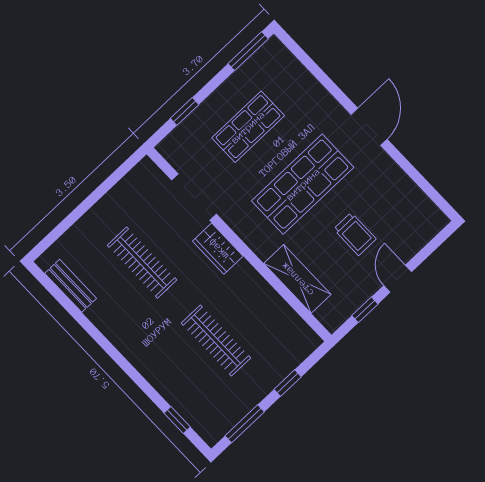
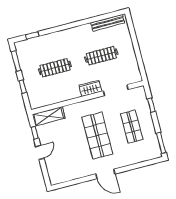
trolley: (355, 234) -> (67, 145), removed
shelving: (297, 279) -> (49, 116), moved
door: (398, 279) -> (40, 152), hinge flipped
bench: (71, 286) -> (108, 23), width x1.36

